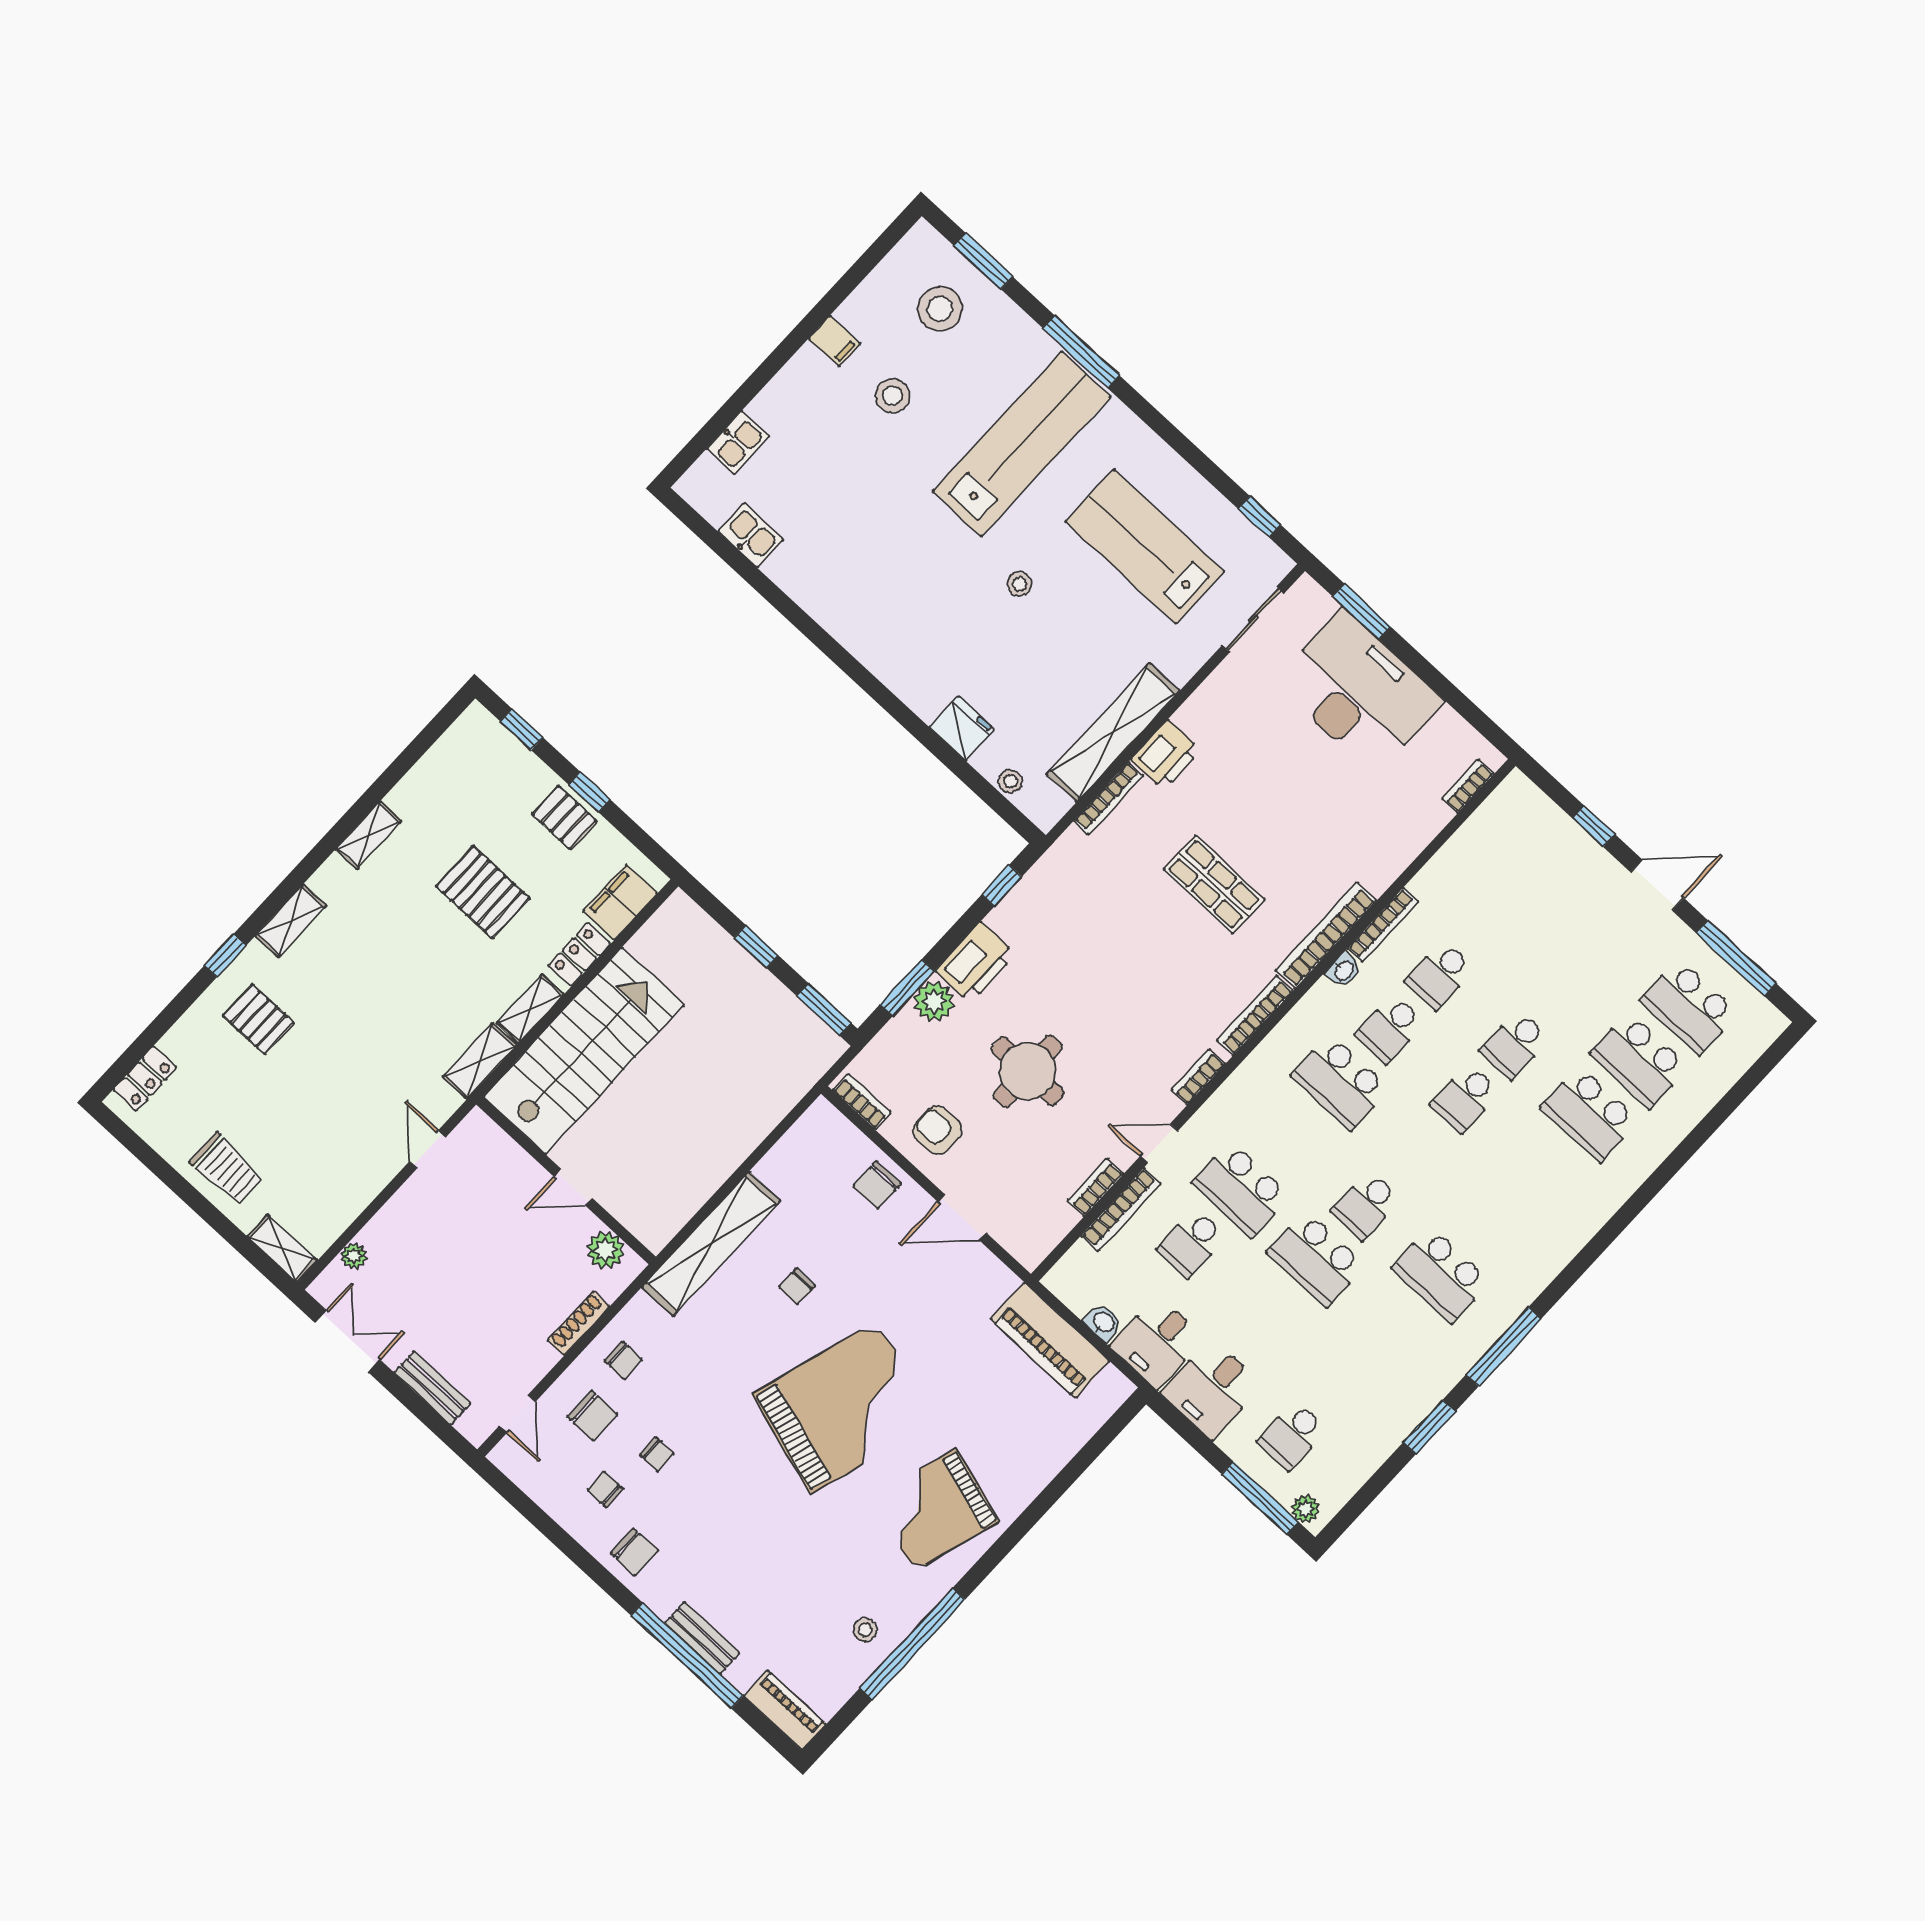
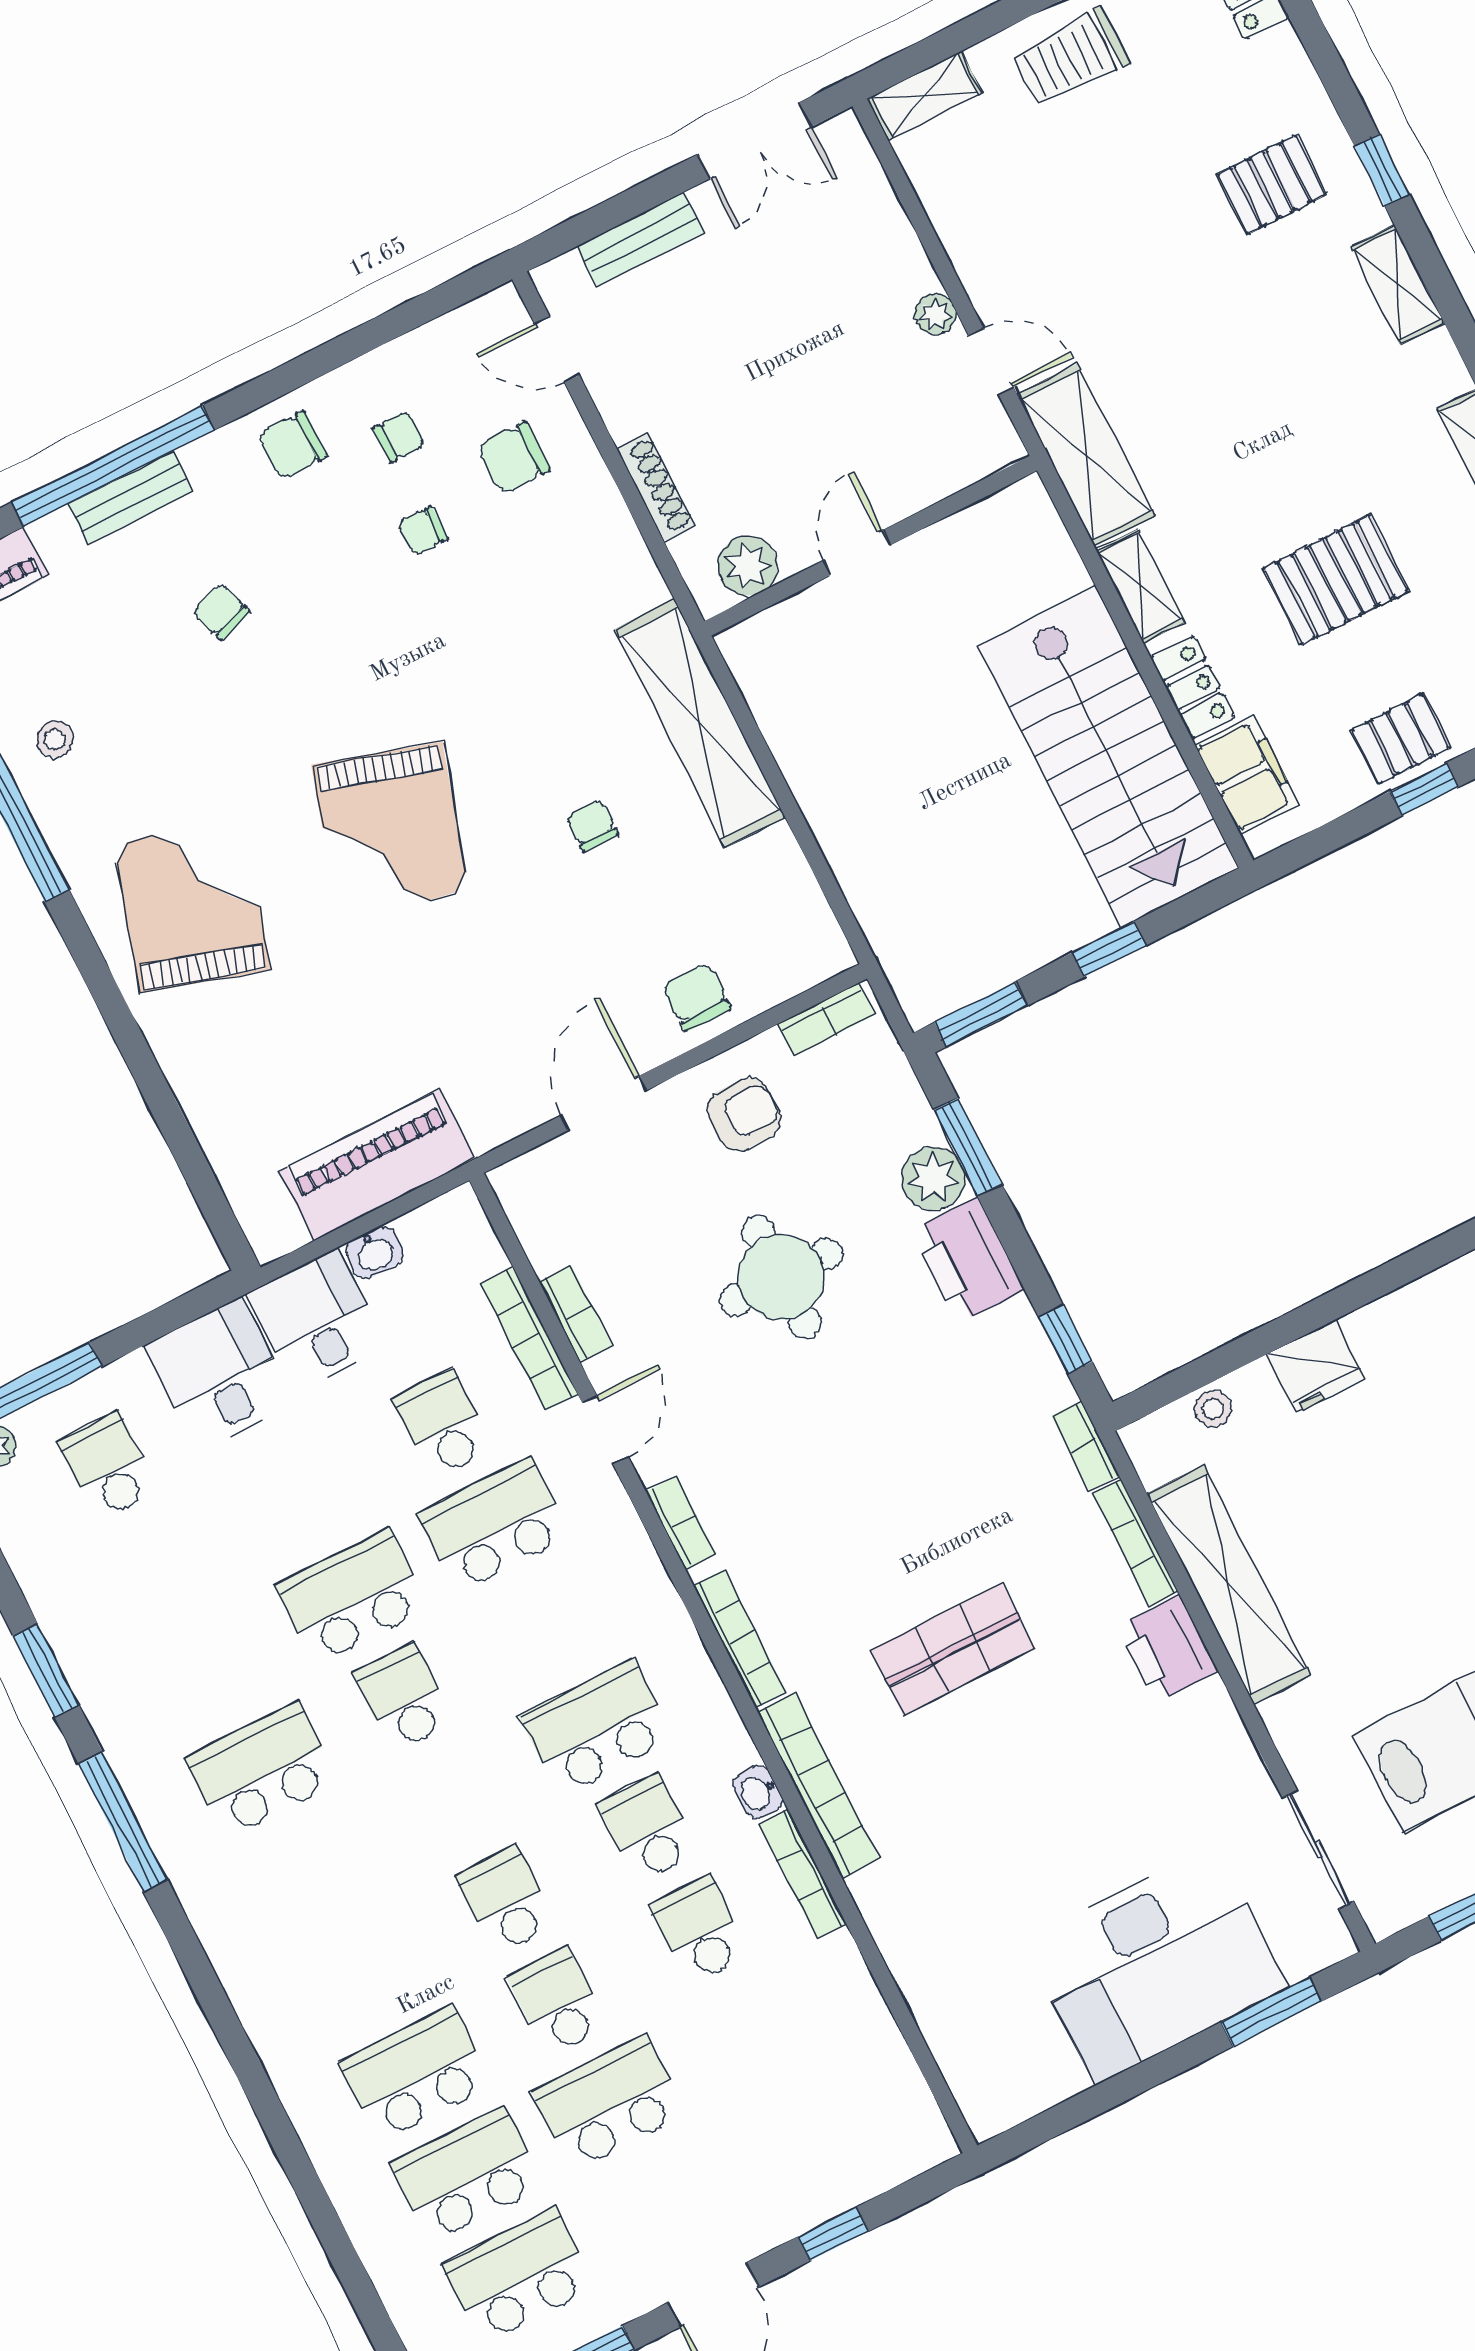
bookcase: (1468, 786) -> (1085, 1446), moved, turned 180
school desk: (1564, 991) -> (609, 2103), added
stairs: (584, 1051) -> (1108, 757), moved
shelving: (480, 1061) -> (1086, 455), width x1.50, depth x1.33
plant: (354, 1256) -> (935, 315), moved
chair: (623, 1360) -> (221, 612), moved, turned 71
grand piano: (844, 1407) -> (390, 829), width x0.73, depth x0.68

